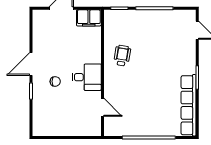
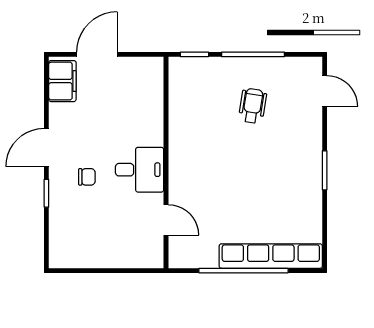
filing cabinet: (89, 18) -> (62, 81), moved, turned -90
wheelchair: (122, 56) -> (253, 106), moved
row of seats: (189, 105) -> (271, 256), moved, turned 90

